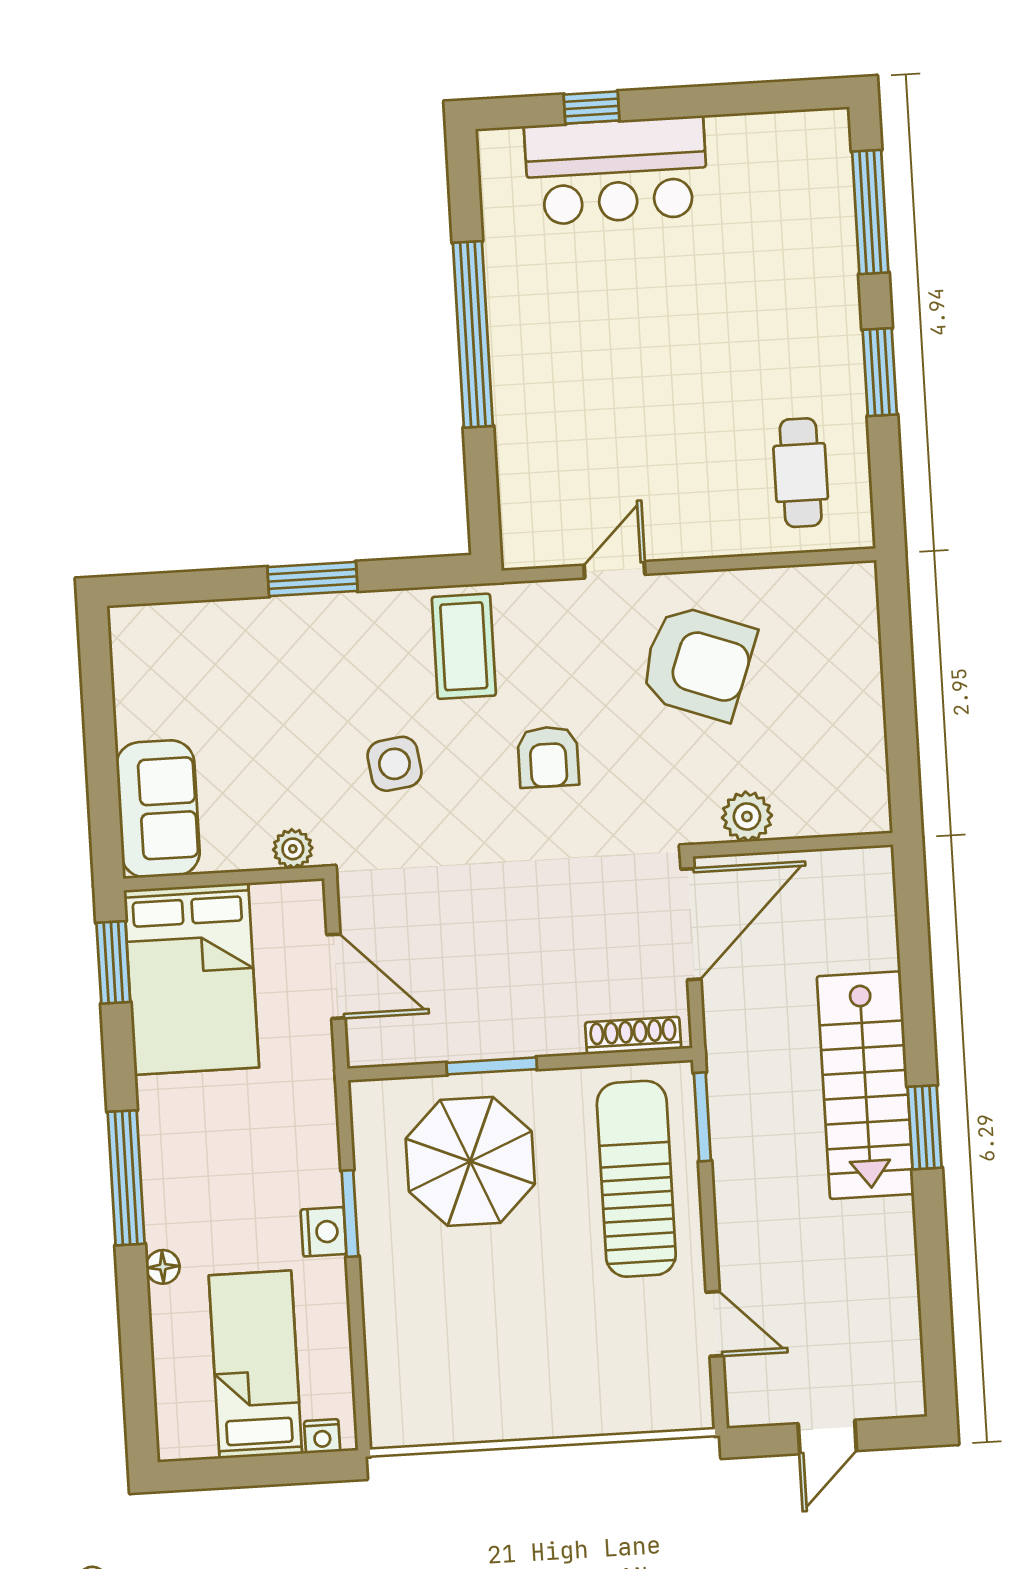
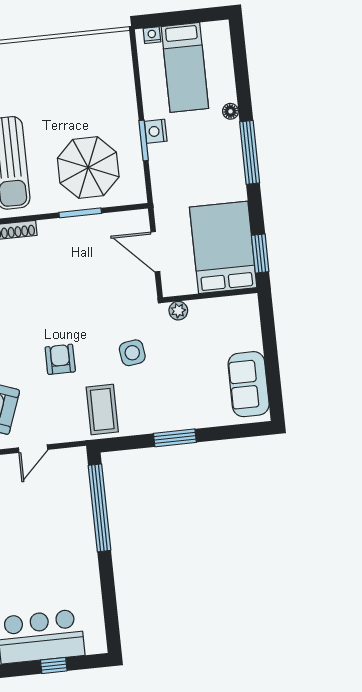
window: (473, 334) -> (100, 508), moved
sofa: (158, 809) -> (249, 384), moved

